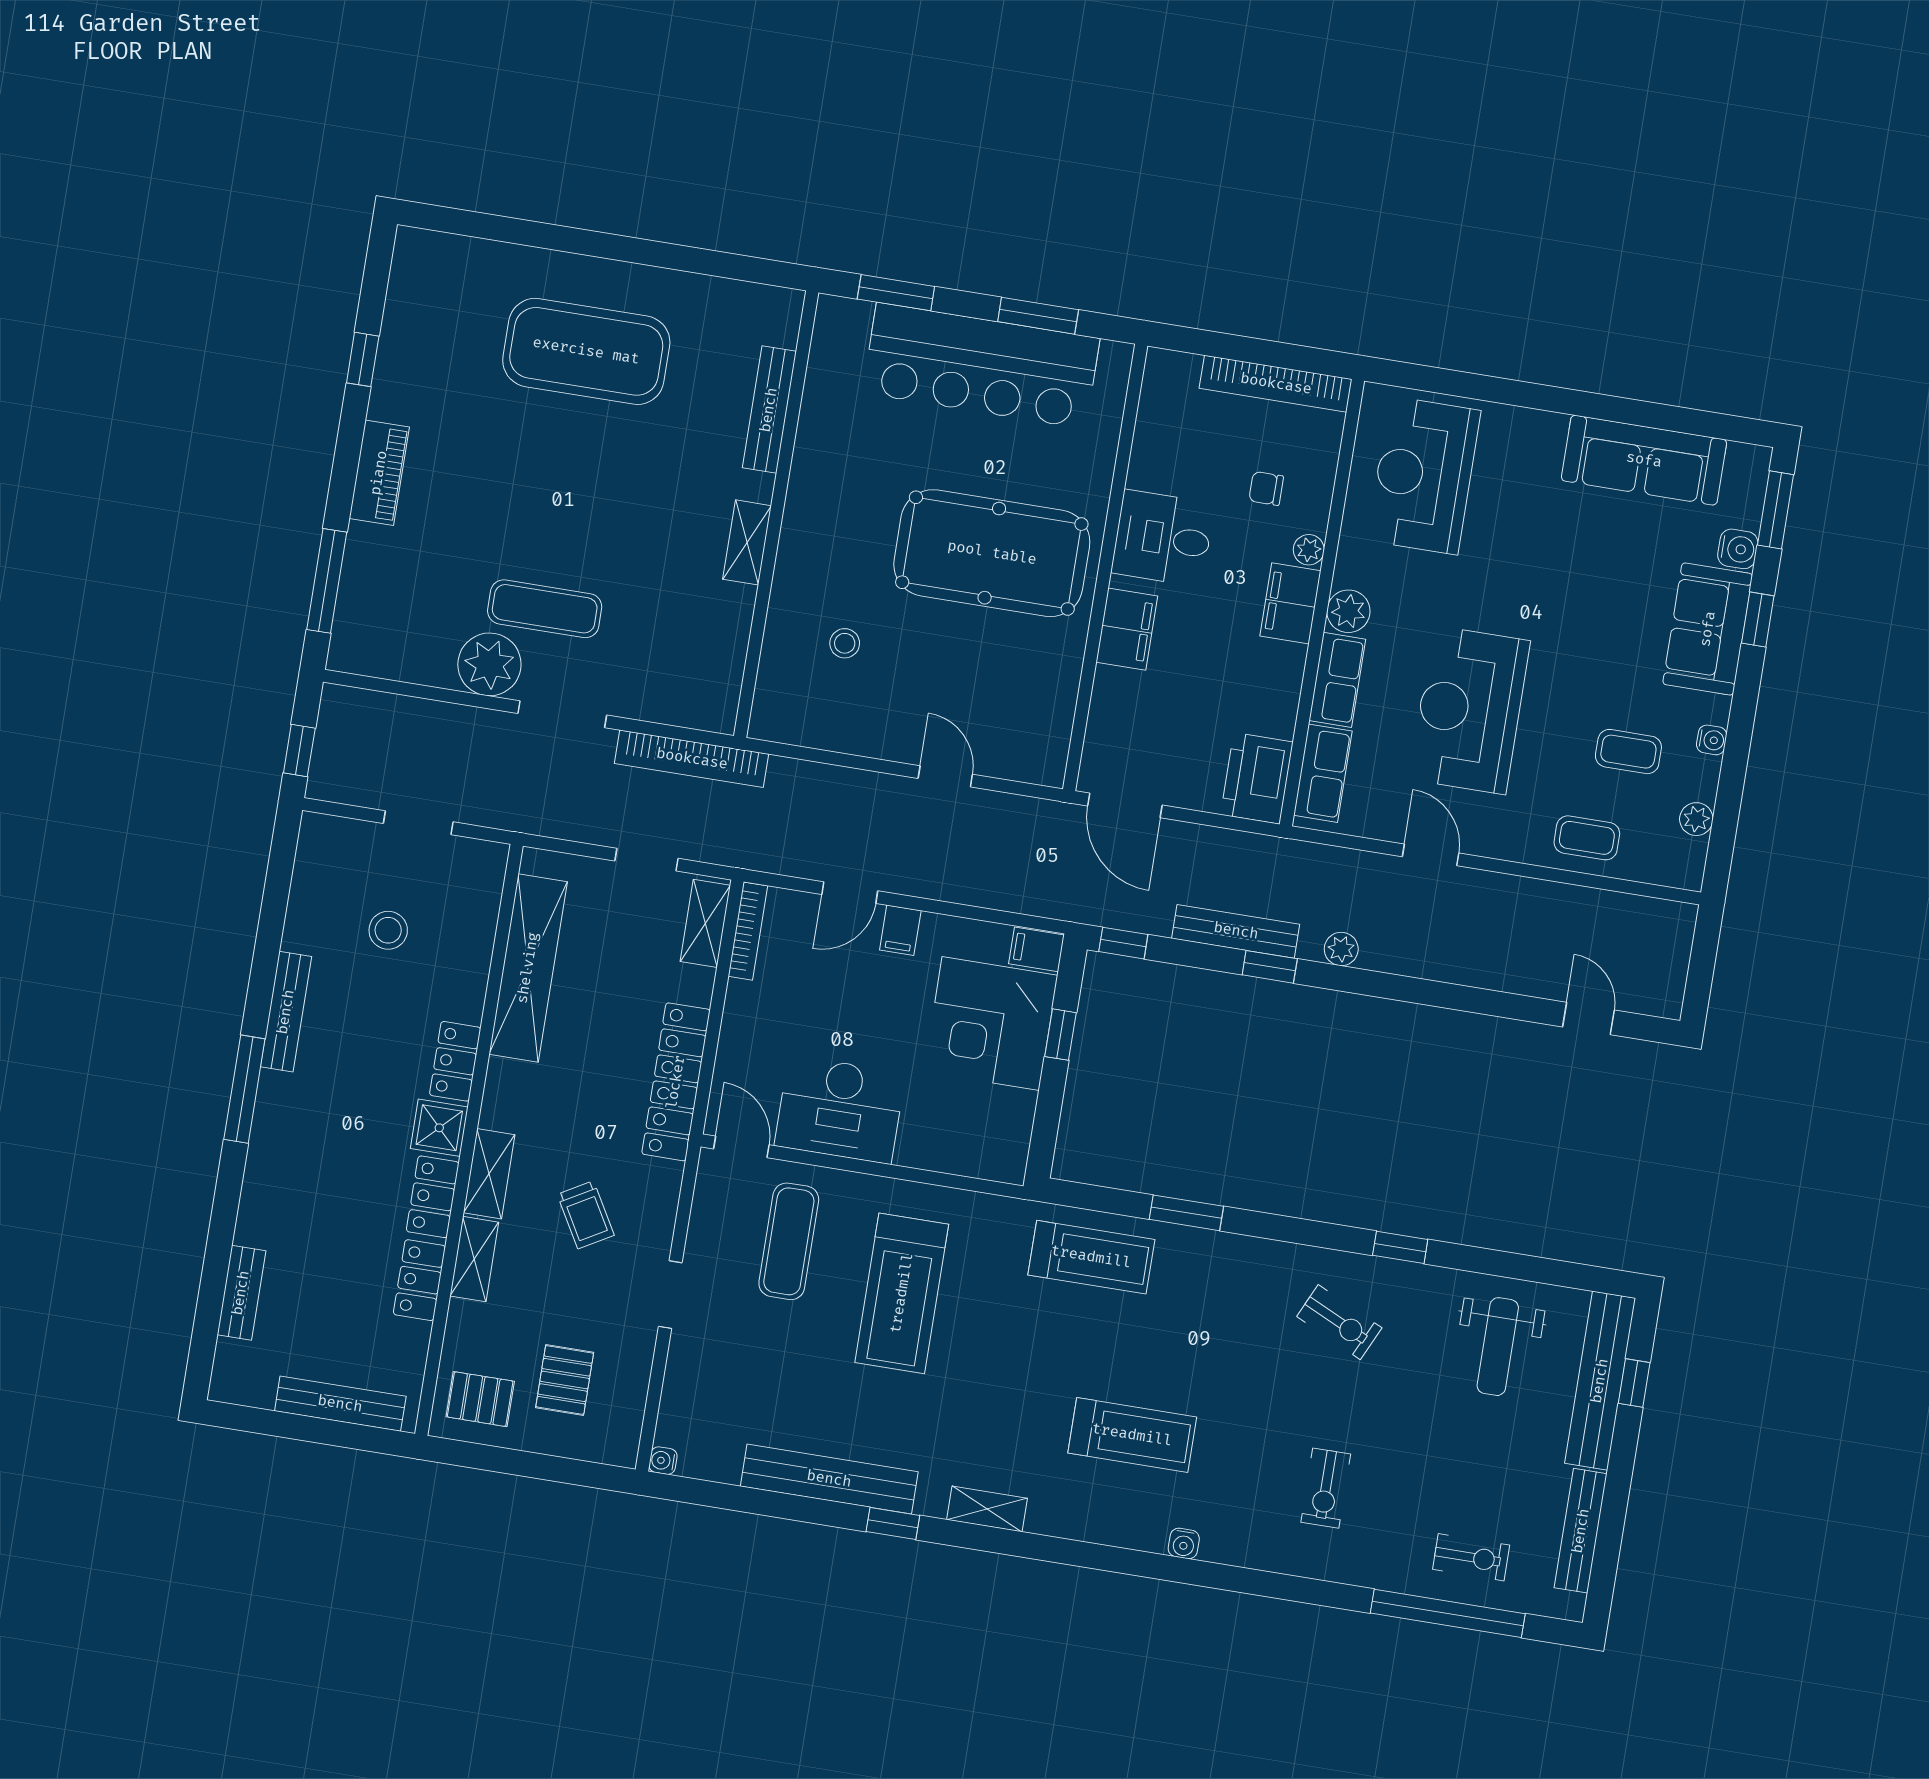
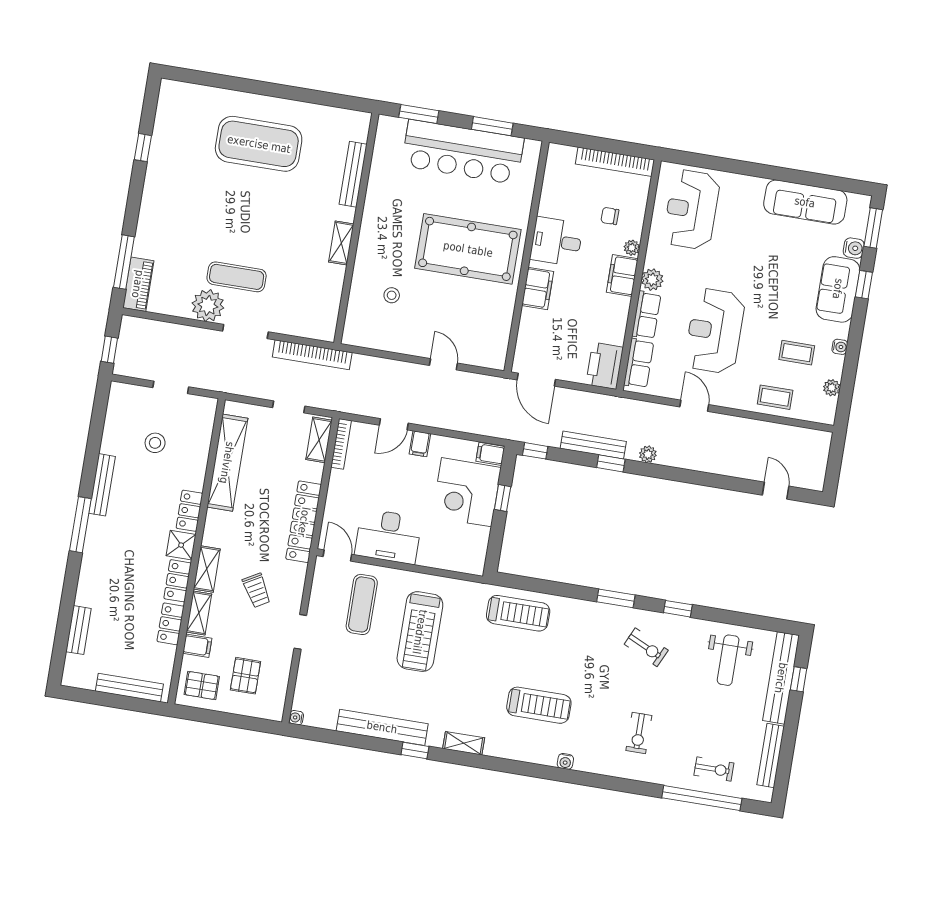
piano: (379, 473) -> (138, 284), moved
window: (1186, 1213) -> (616, 598), moved
filing cabinet: (471, 1322) -> (197, 646), added

